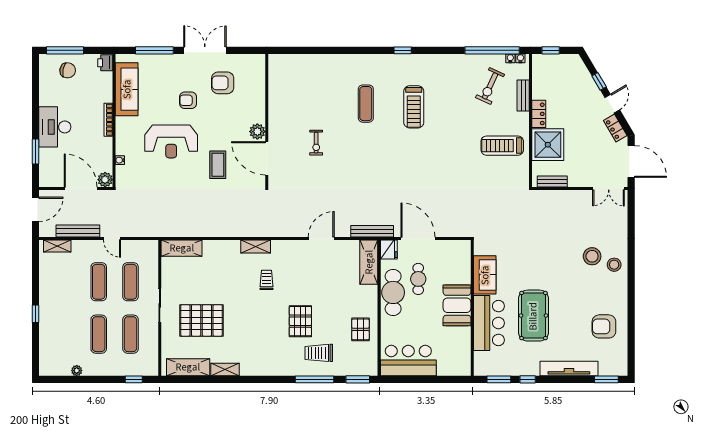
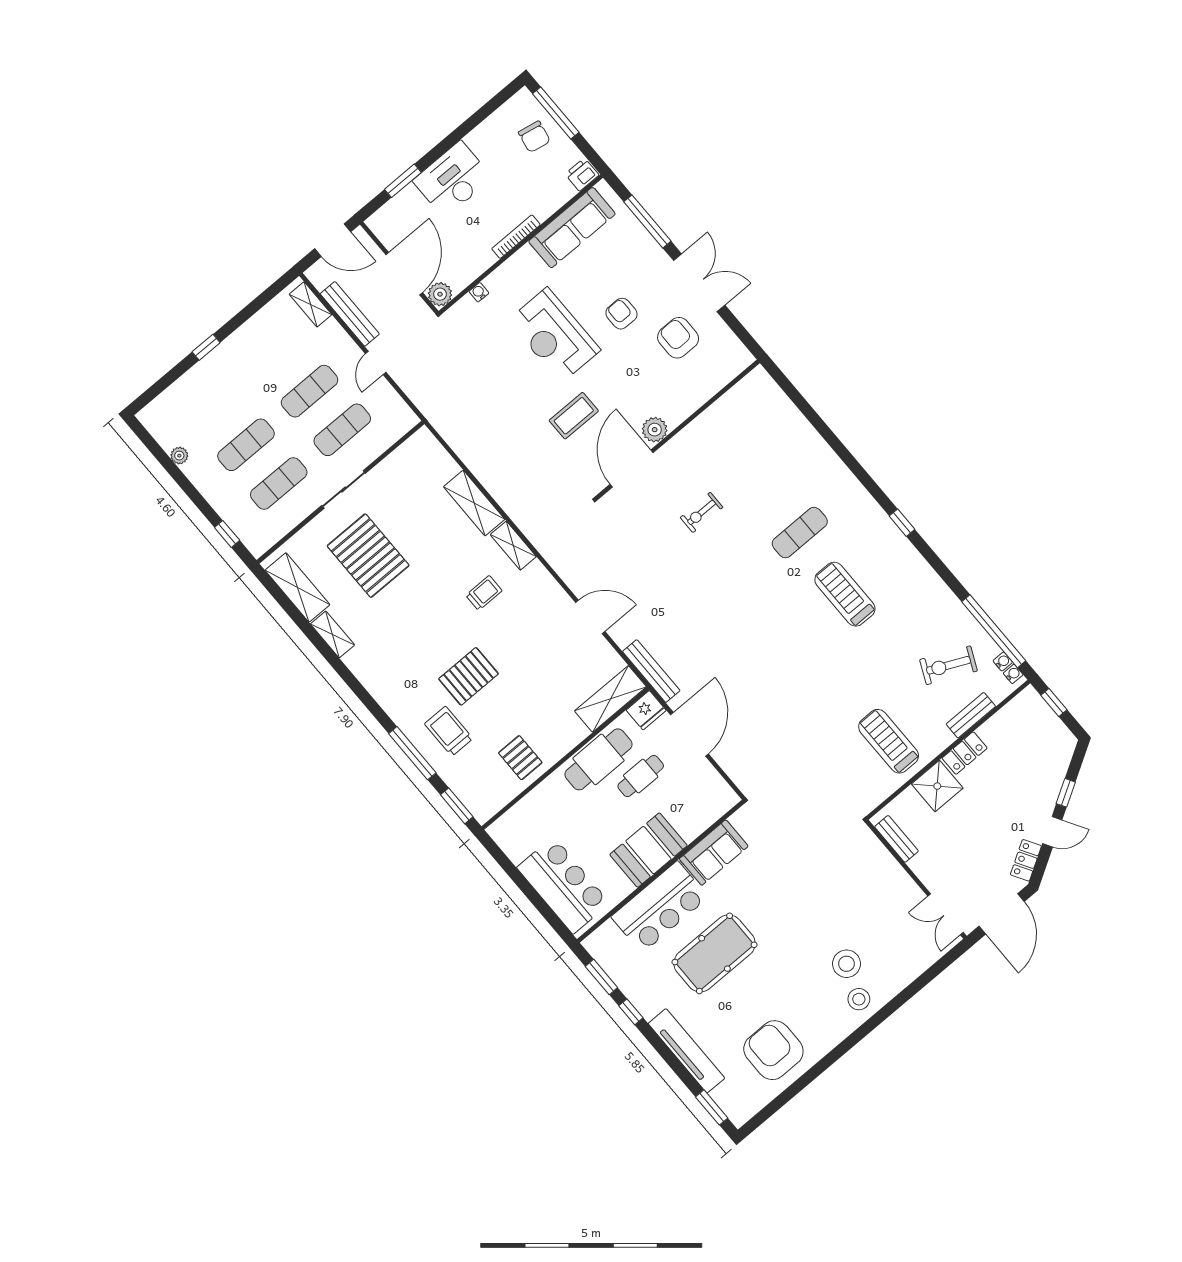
treadmill: (414, 107) -> (845, 594), turned 90
shower: (548, 145) -> (937, 786), width x0.73, depth x0.73
shelving: (182, 248) -> (474, 503), moved
armchair: (604, 326) -> (773, 1050), width x1.36, depth x1.36
pallet: (360, 329) -> (520, 758), turned 90
bar counter: (408, 361) -> (563, 885), moved

